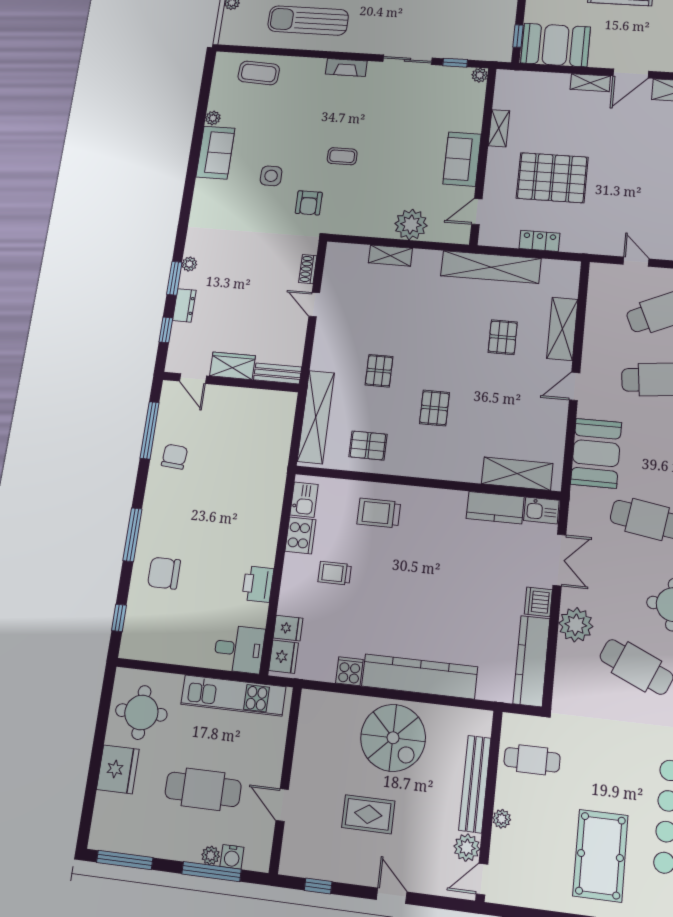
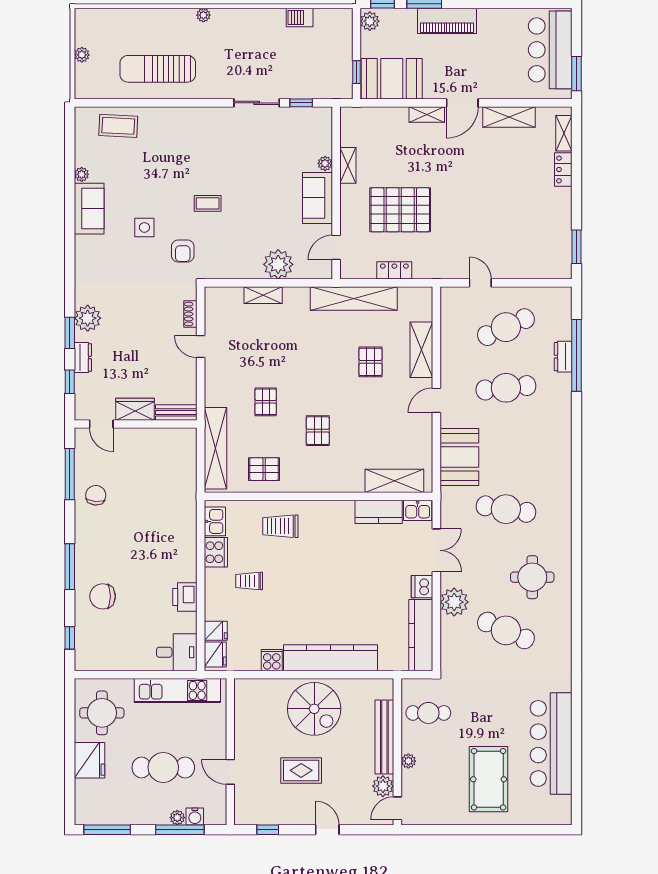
fireplace: (346, 67) -> (200, 115), removed
plant: (480, 75) -> (325, 163), moved
plant: (189, 264) -> (88, 318), width x1.88, depth x1.88

